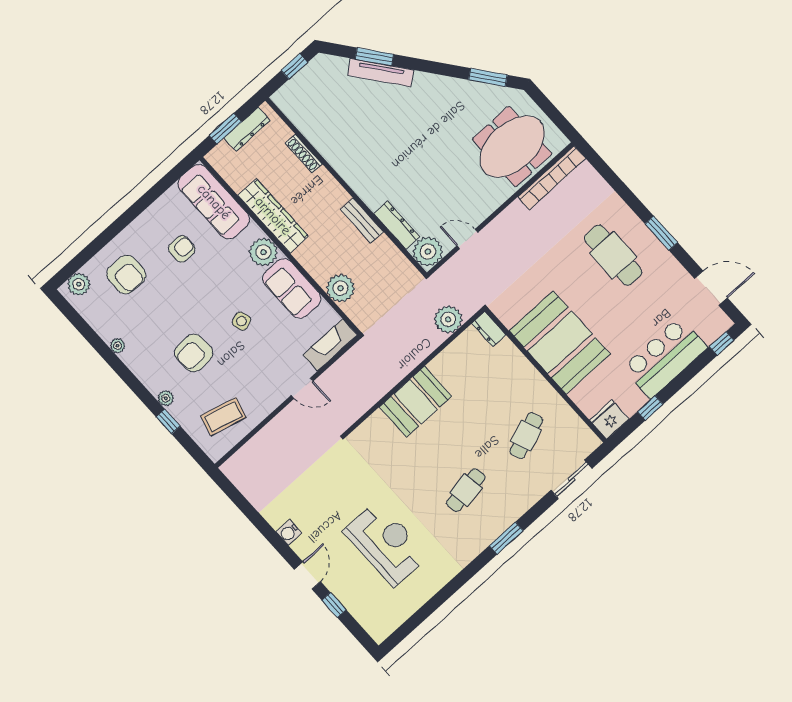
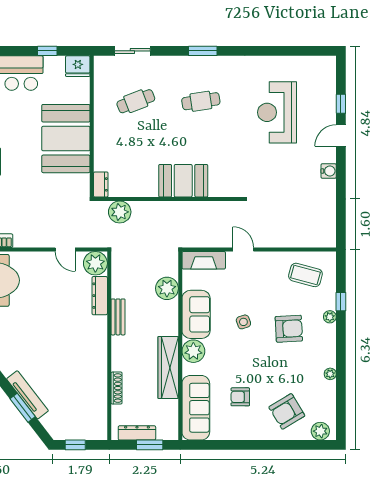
armchair: (126, 275) -> (287, 411), turned -121

